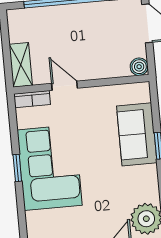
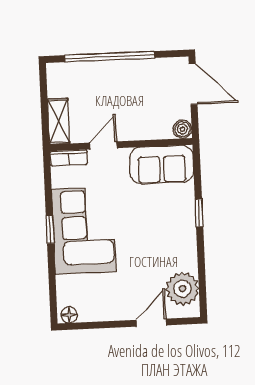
door: (65, 86) -> (103, 145), hinge flipped
sofa: (137, 134) -> (162, 165), moved, turned -90

